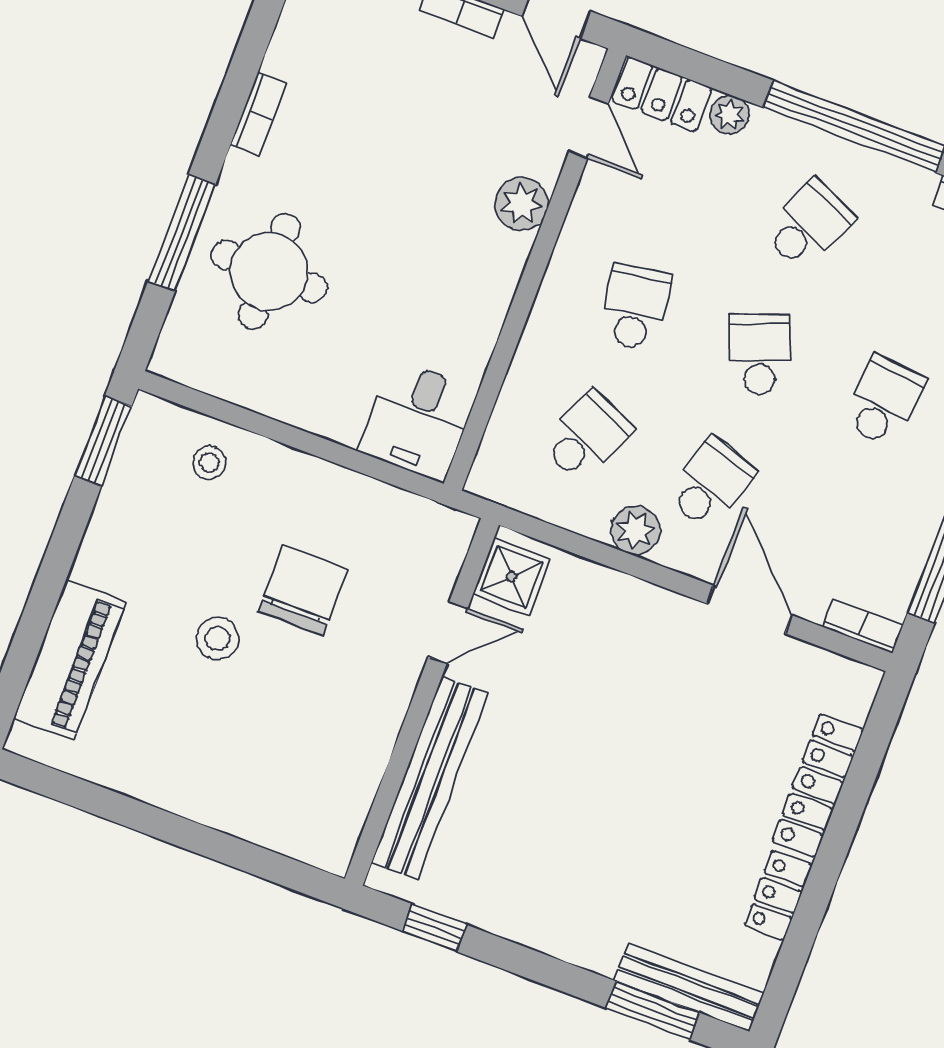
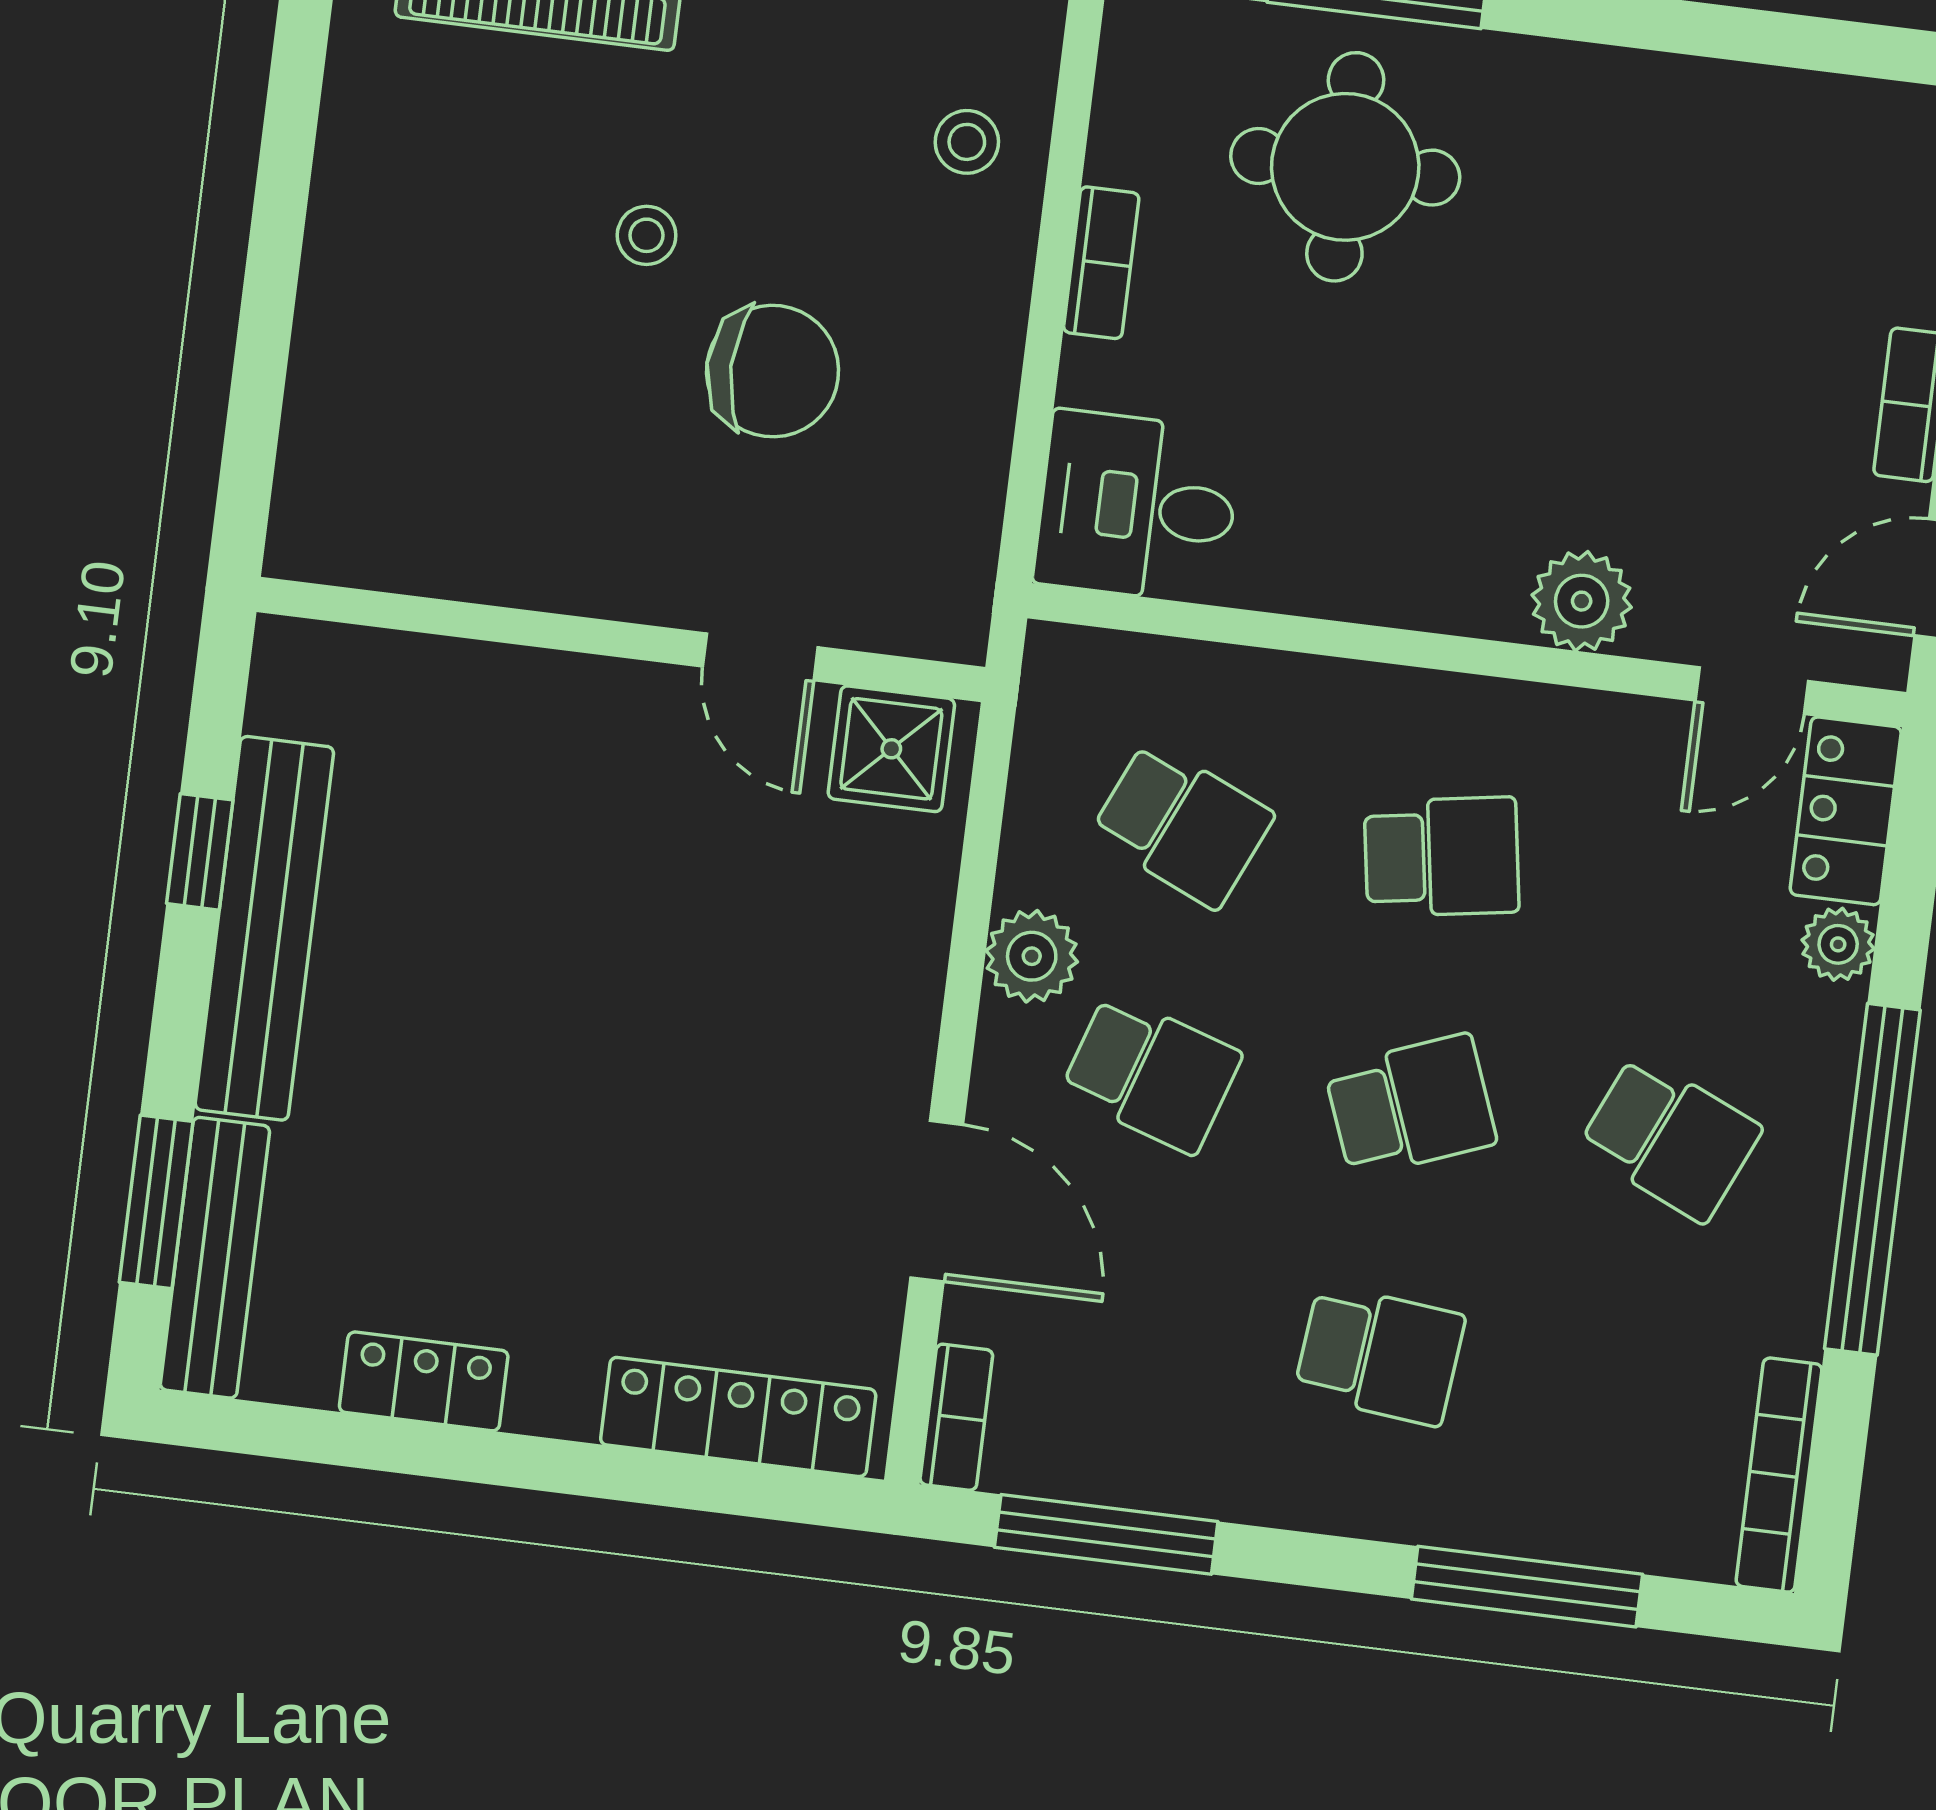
bookcase: (258, 114) -> (1101, 263), moved, turned -90
door: (749, 609) -> (937, 1201), hinge flipped
stool: (217, 639) -> (647, 235), width x0.73, depth x0.73
bench: (430, 778) -> (264, 928), moved, turned 90
locker: (818, 785) -> (738, 1417), moved
window: (434, 928) -> (200, 852), moved

